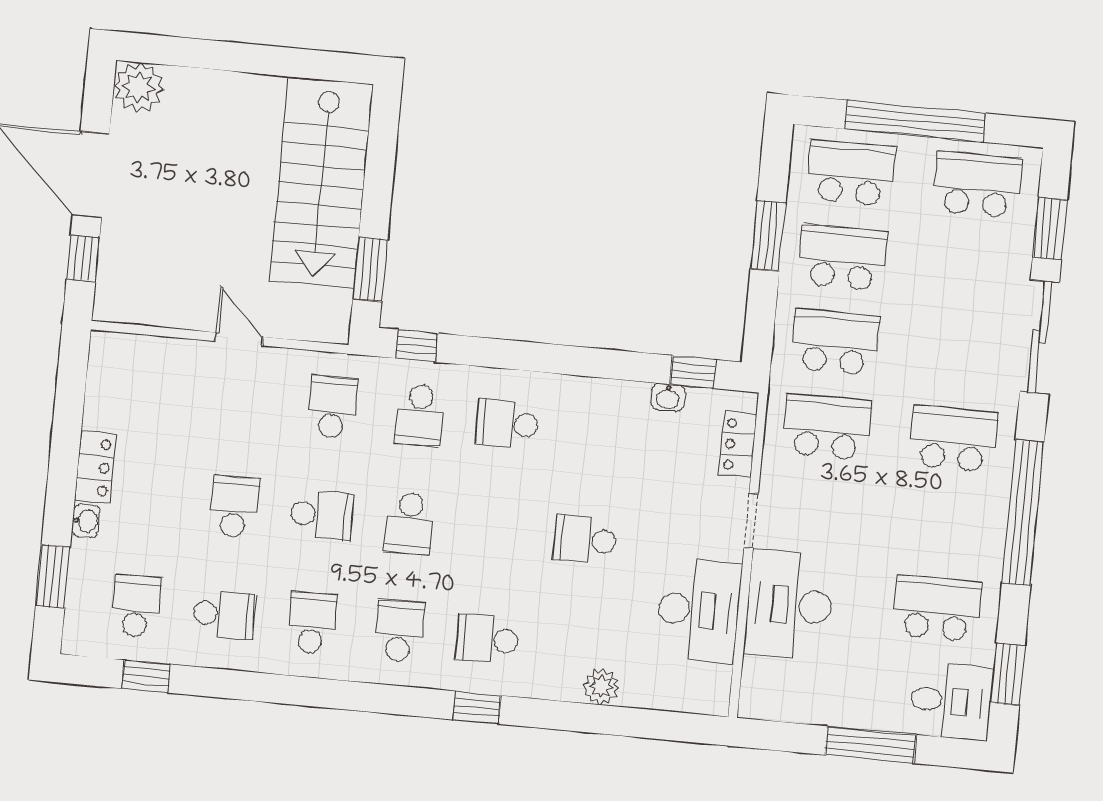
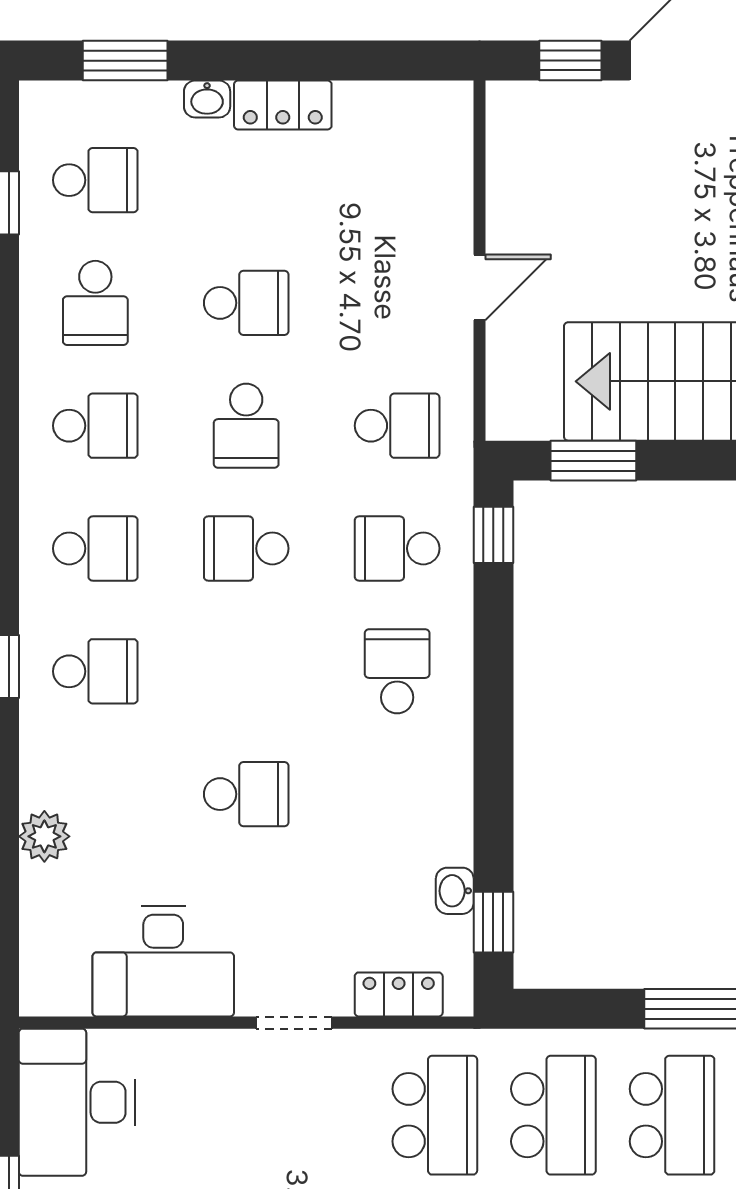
school desk: (585, 540) -> (246, 794), turned 90
desk: (789, 605) -> (77, 1102), moved, turned -90
school desk: (487, 639) -> (95, 671), turned 90

